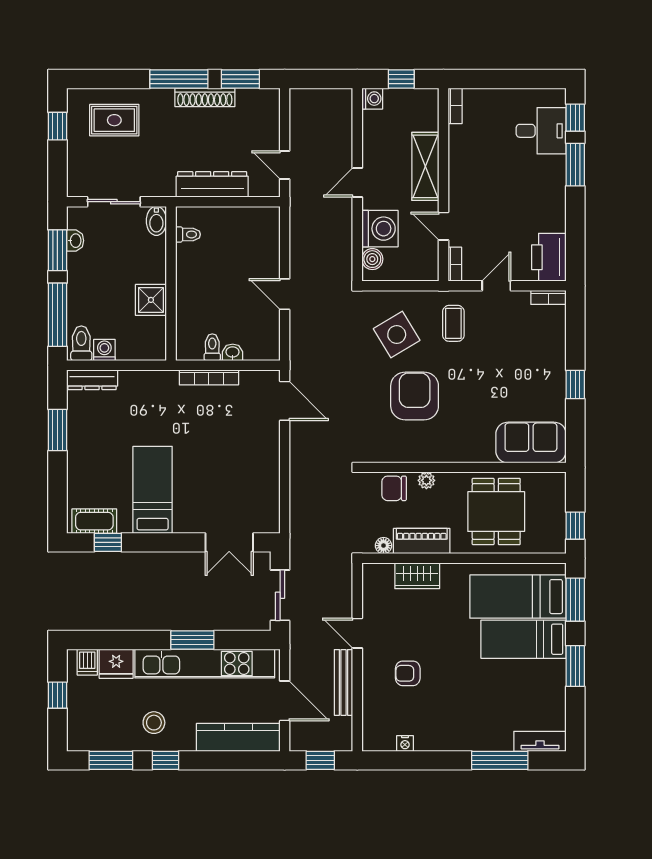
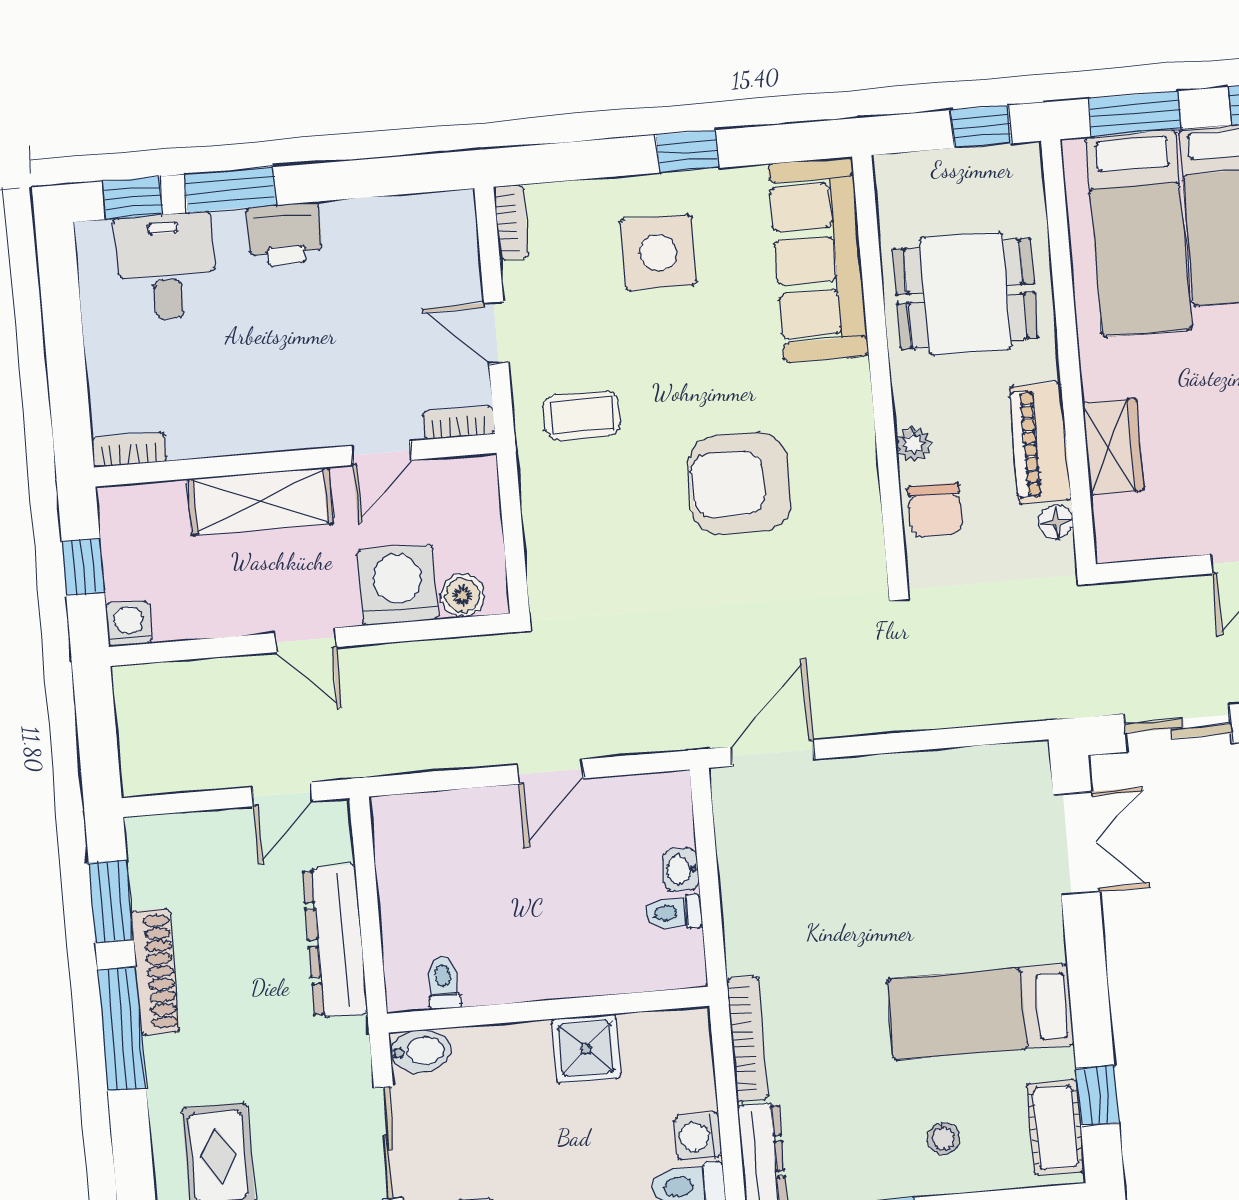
printer: (549, 257) -> (285, 234), moved, width x0.73, depth x0.84
side table: (397, 335) -> (658, 252), moved, turned 31
bookcase: (209, 377) -> (747, 1039), moved
sofa: (531, 443) -> (818, 260), width x1.36
stool: (94, 467) -> (943, 1139), added

